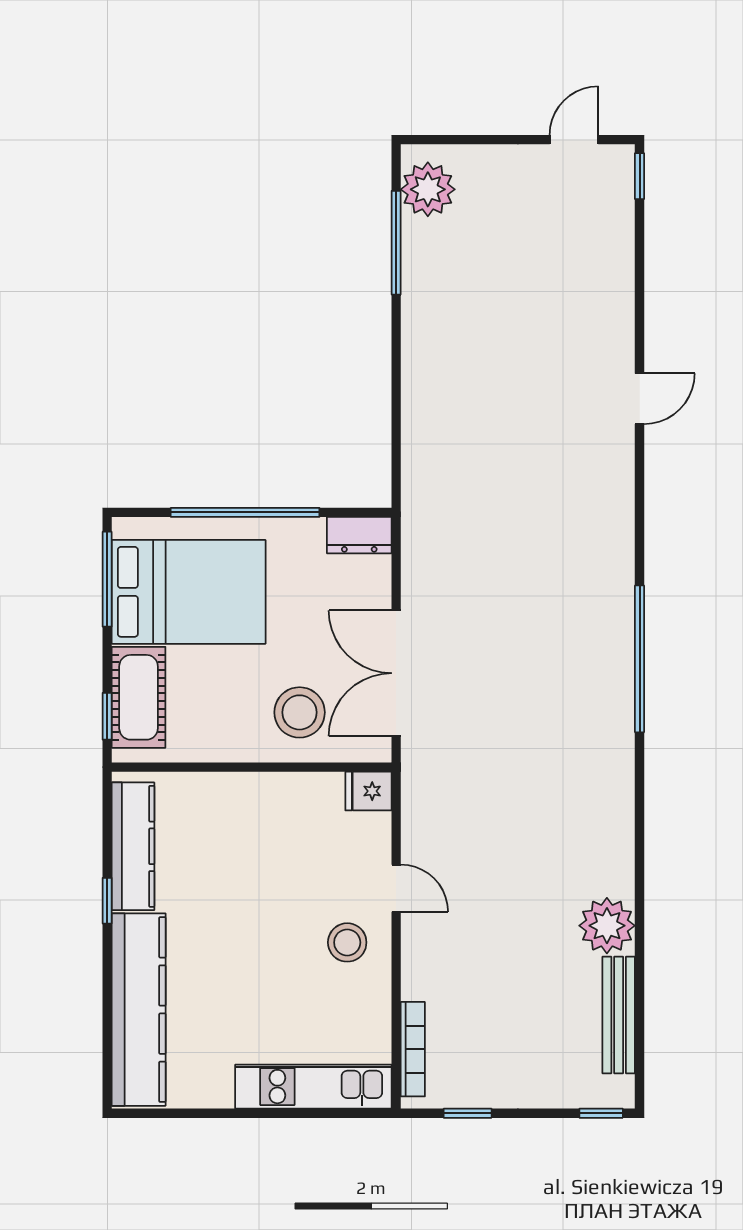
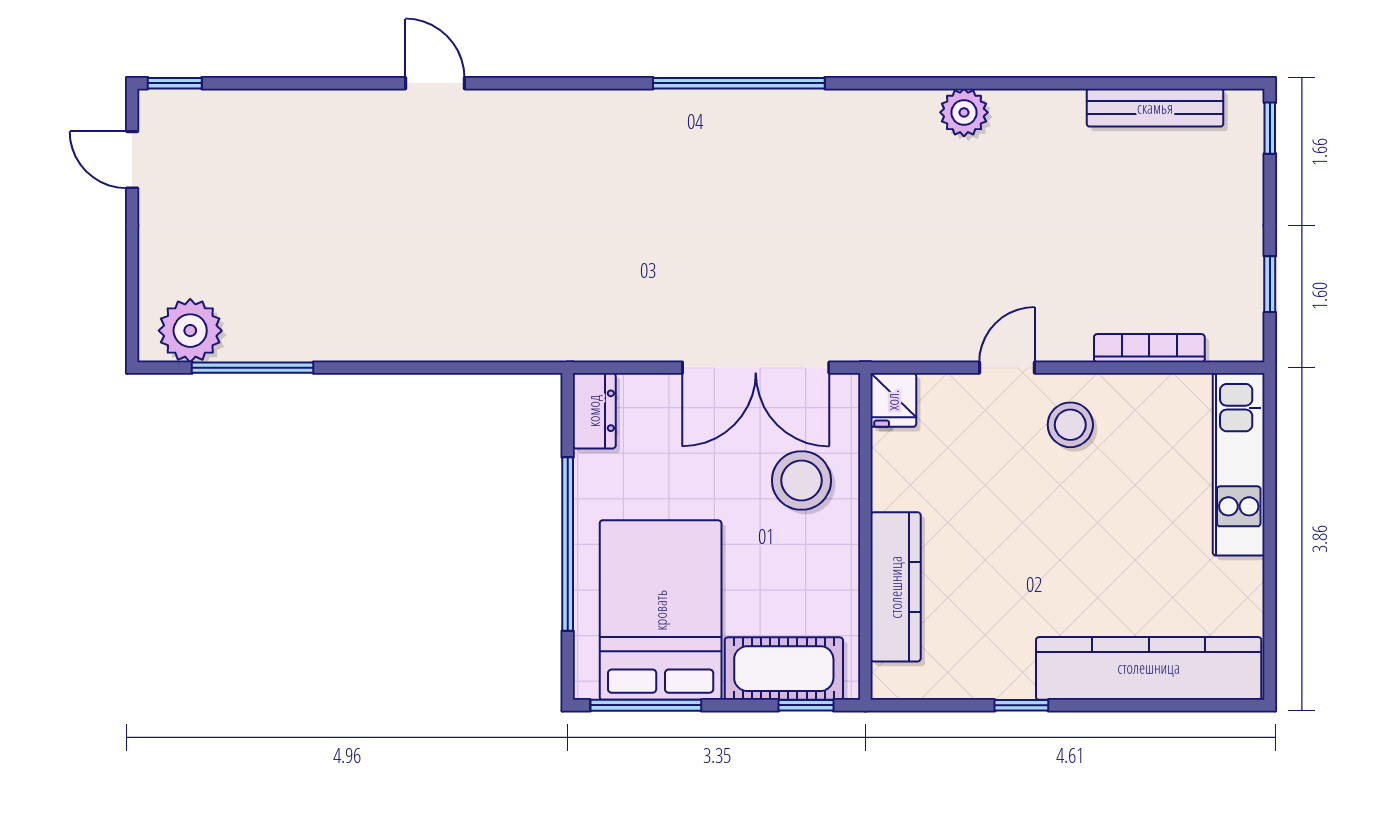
kitchen counter: (133, 846) -> (896, 587), moved, turned 90
plant: (607, 926) -> (964, 112), moved, width x0.73, depth x0.73
bookcase: (413, 1049) -> (1149, 348), moved

